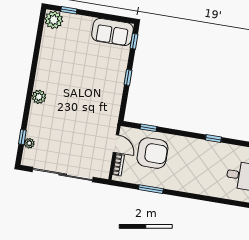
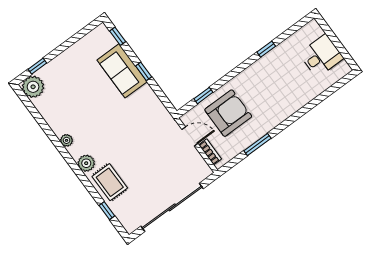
sofa: (112, 32) -> (122, 71), moved, turned 90
rug: (41, 122) -> (110, 182), added
plant: (29, 143) -> (67, 140), moved

